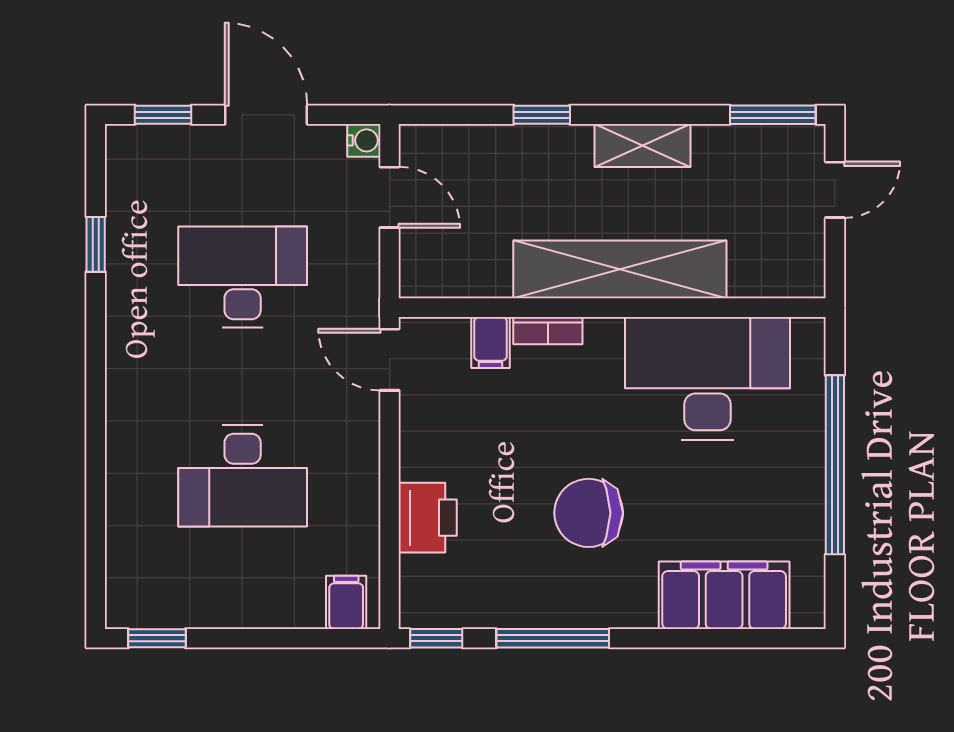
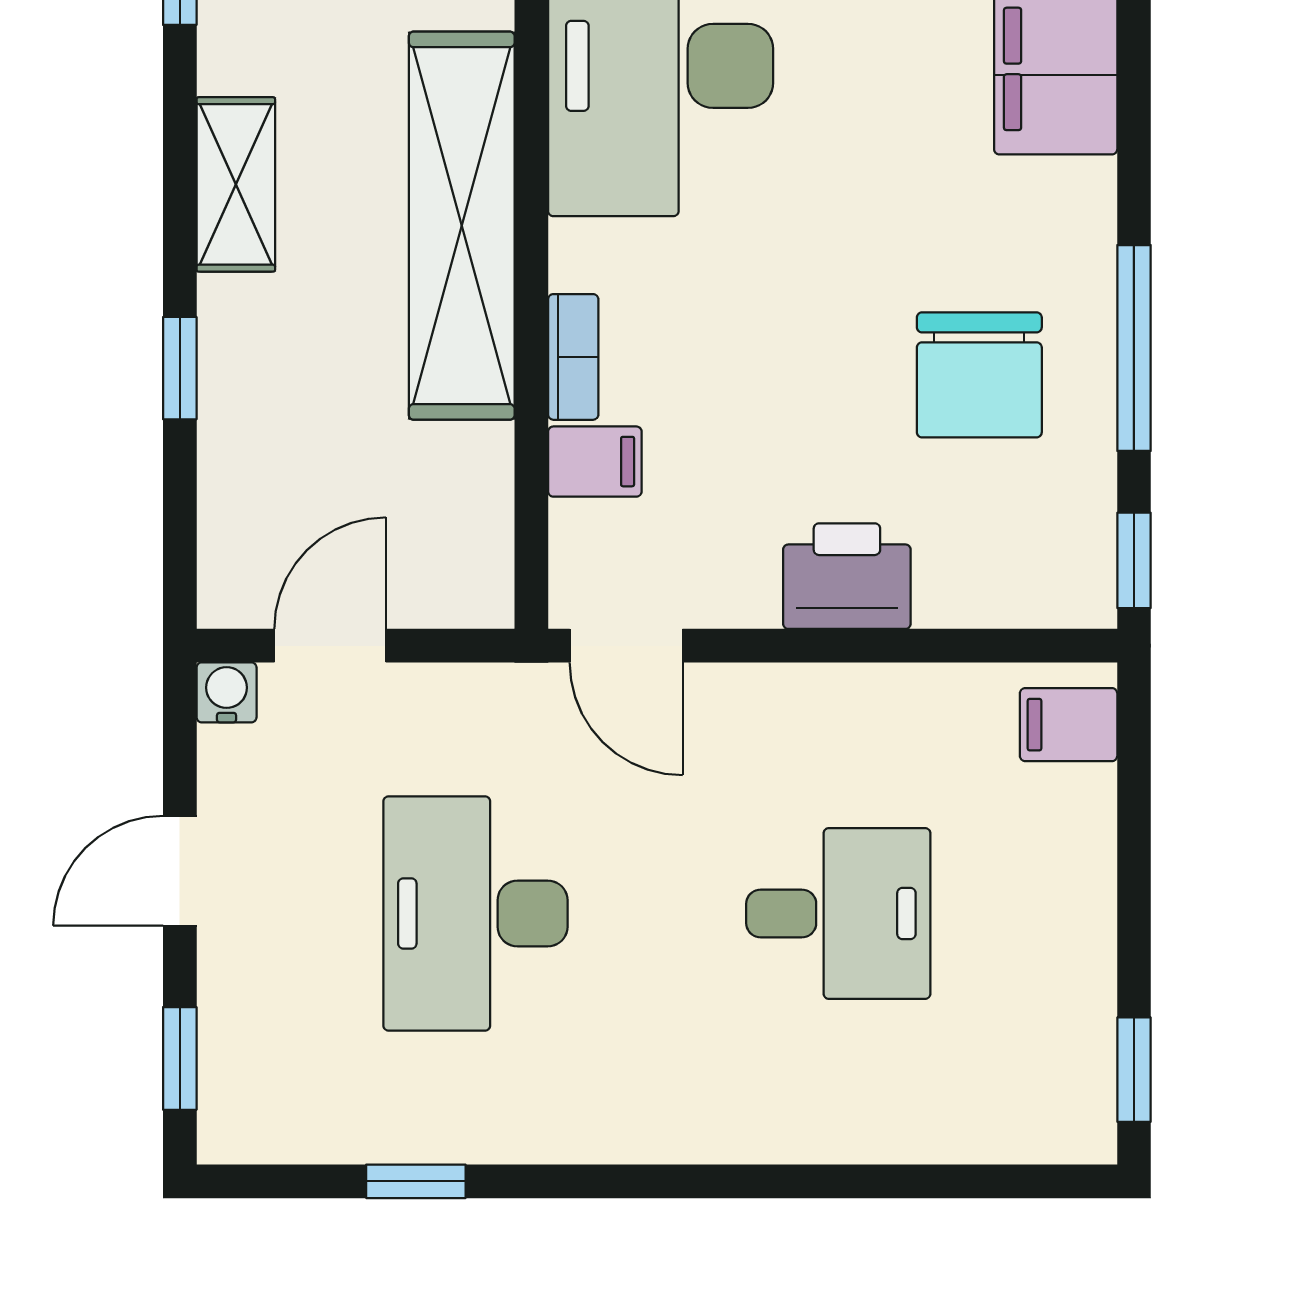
door: (266, 115) -> (180, 871), width x0.73
door: (390, 360) -> (626, 646), hinge flipped
desk: (243, 476) -> (838, 913), width x0.73
chair: (589, 513) -> (979, 375), moved
printer: (428, 518) -> (847, 576), moved

